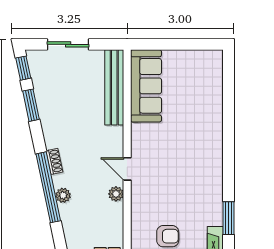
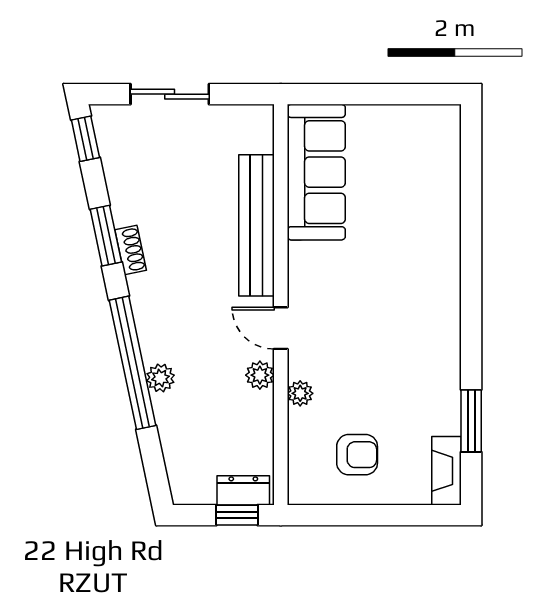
bench: (114, 87) -> (256, 225), moved
window: (31, 105) -> (106, 236), moved
shoe rack: (54, 161) -> (131, 250), moved
plant: (137, 204) -> (300, 393), added

